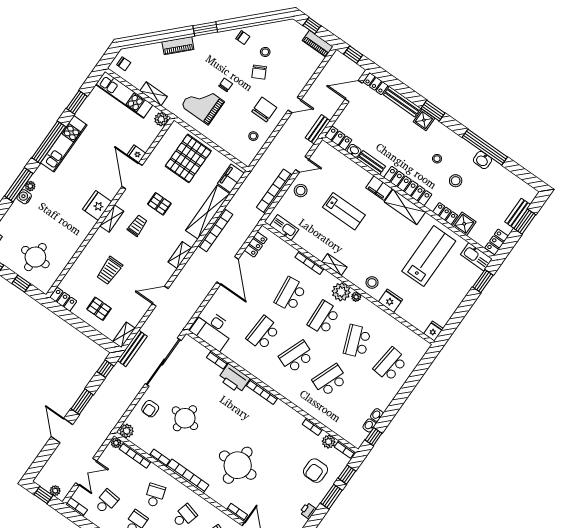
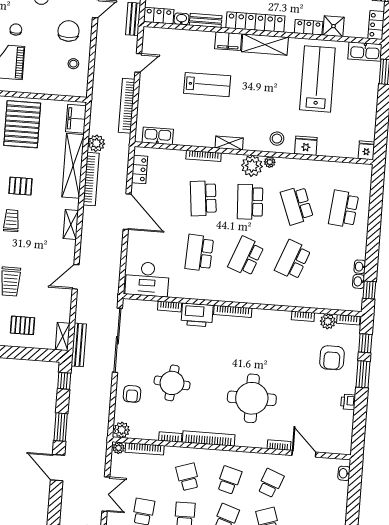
stool: (301, 191) -> (152, 90), removed
plant: (235, 206) -> (96, 143), added

